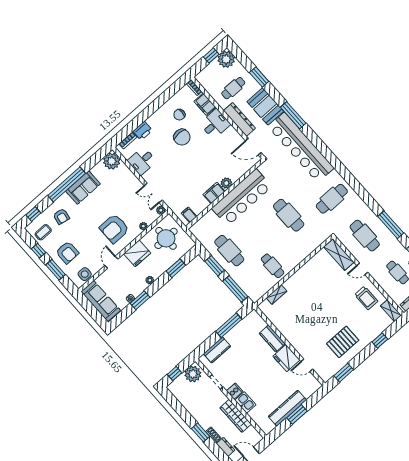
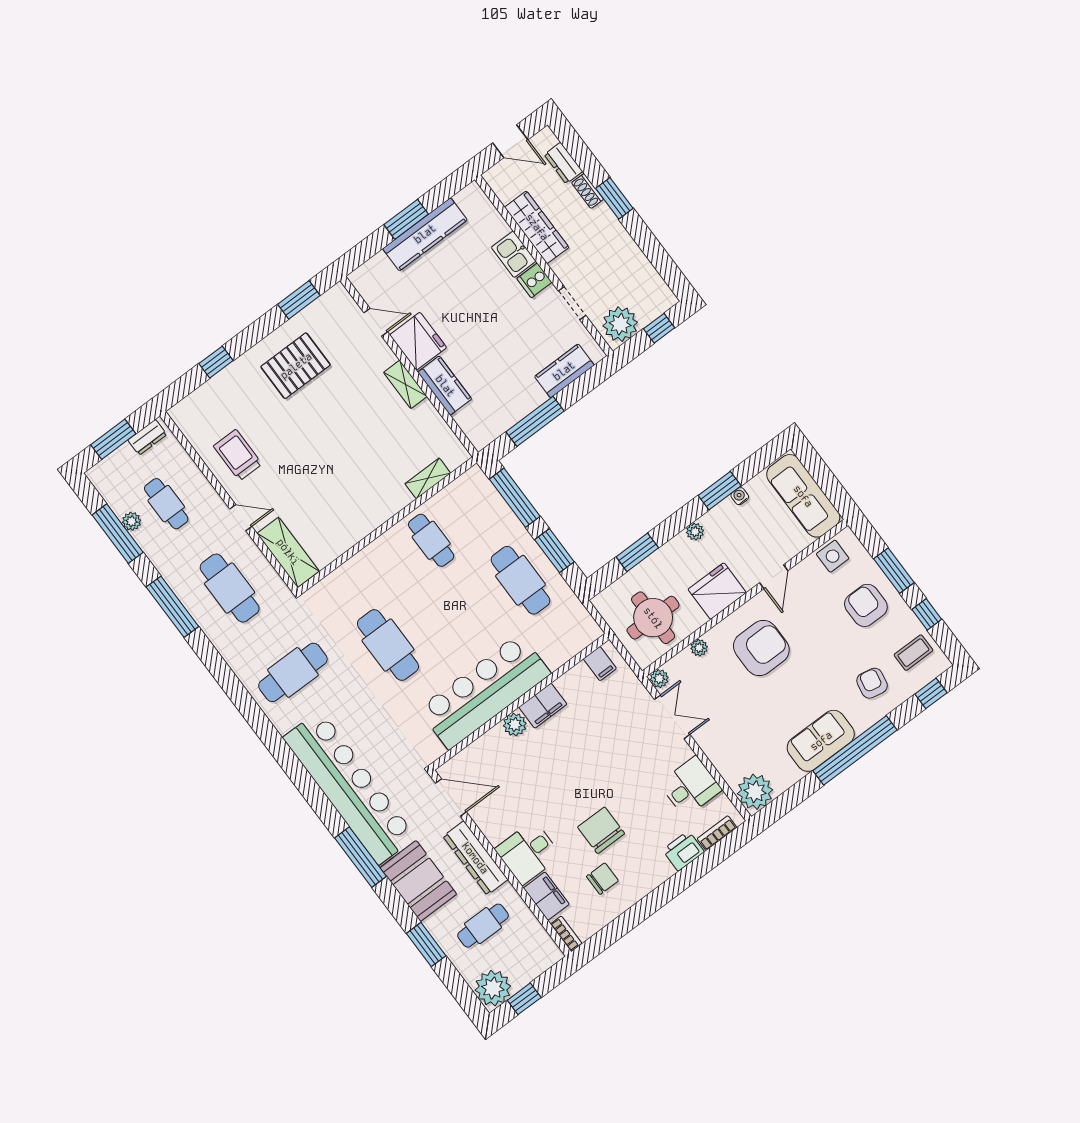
shelving: (391, 311) -> (405, 384), moved

